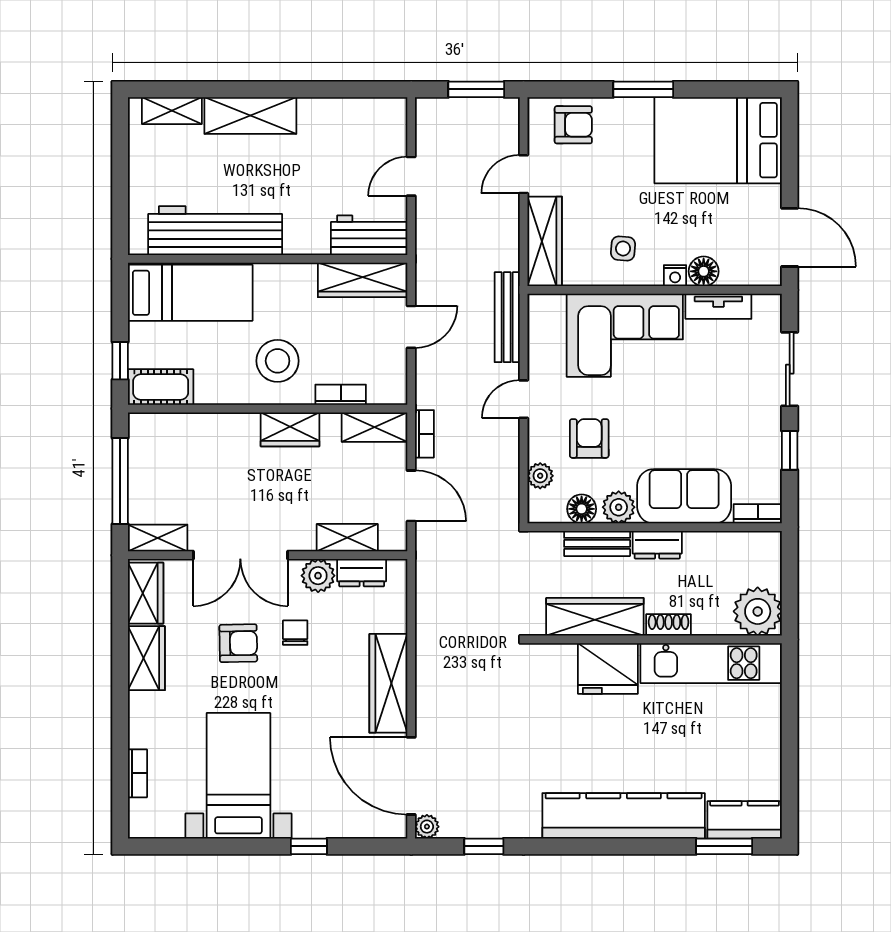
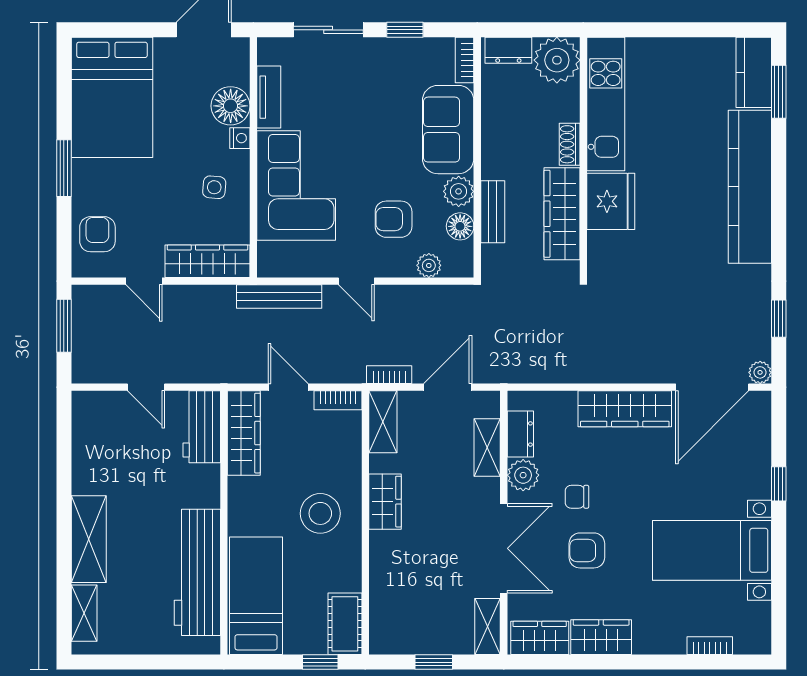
floor lamp: (704, 271) -> (231, 106), width x1.38, depth x1.38
bookcase: (341, 395) -> (338, 400), moved, turned -90
window: (120, 481) -> (434, 662), width x0.46
dresser: (657, 545) -> (508, 50), moved, turned 90
armchair: (238, 643) -> (587, 550), turned -89

